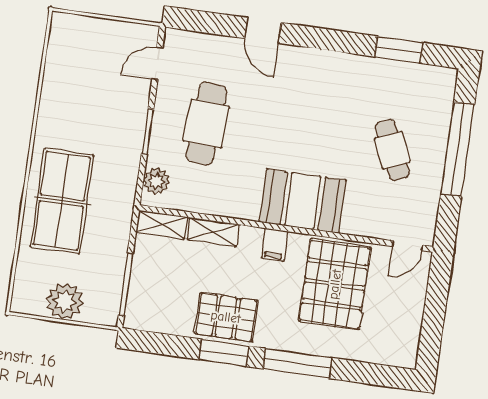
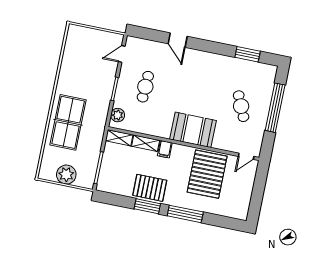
cafe table: (206, 124) -> (145, 87), width x0.73, depth x0.74
filing cabinet: (275, 245) -> (165, 149), moved

